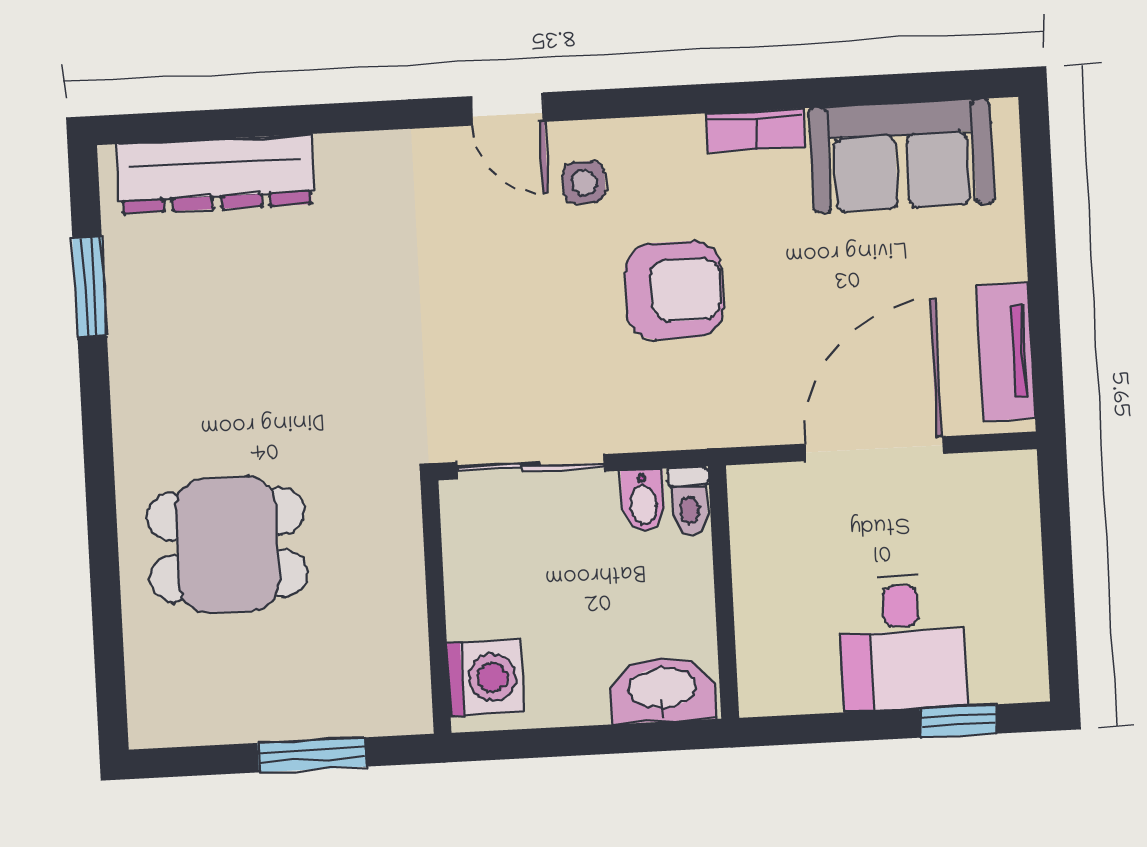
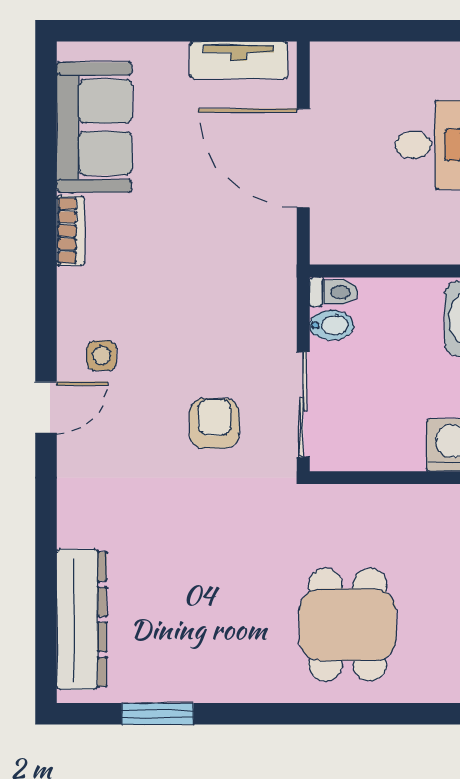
armchair: (674, 290) -> (214, 423), moved, width x0.72, depth x0.72

